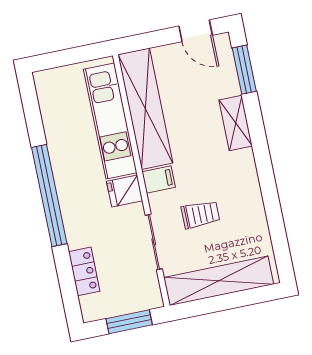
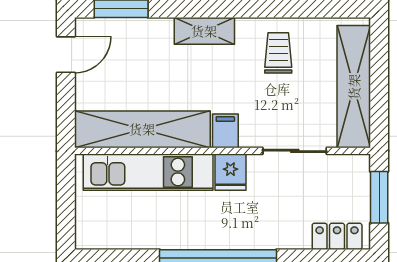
shelving: (236, 123) -> (204, 31), moved
trolley: (200, 215) -> (278, 53), moved
locker: (84, 271) -> (337, 236), moved

